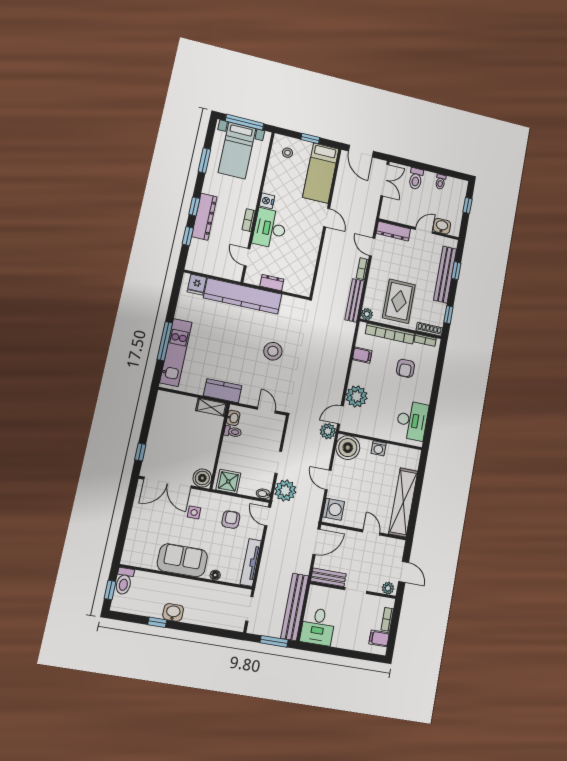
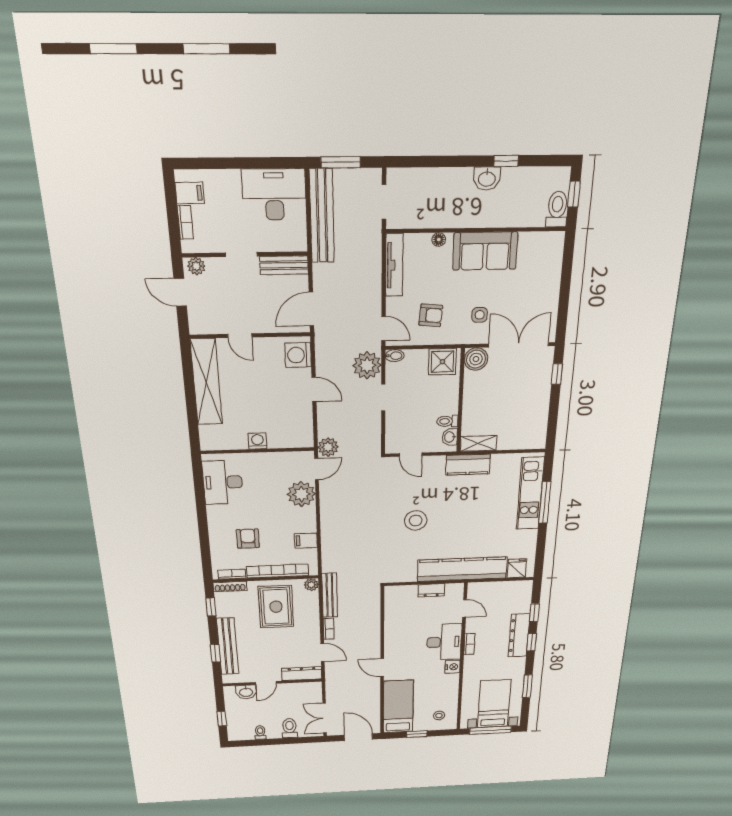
boiler: (348, 448) -> (298, 433), removed
armchair: (231, 520) -> (431, 315), turned -85
desk: (318, 627) -> (274, 194), width x1.37

